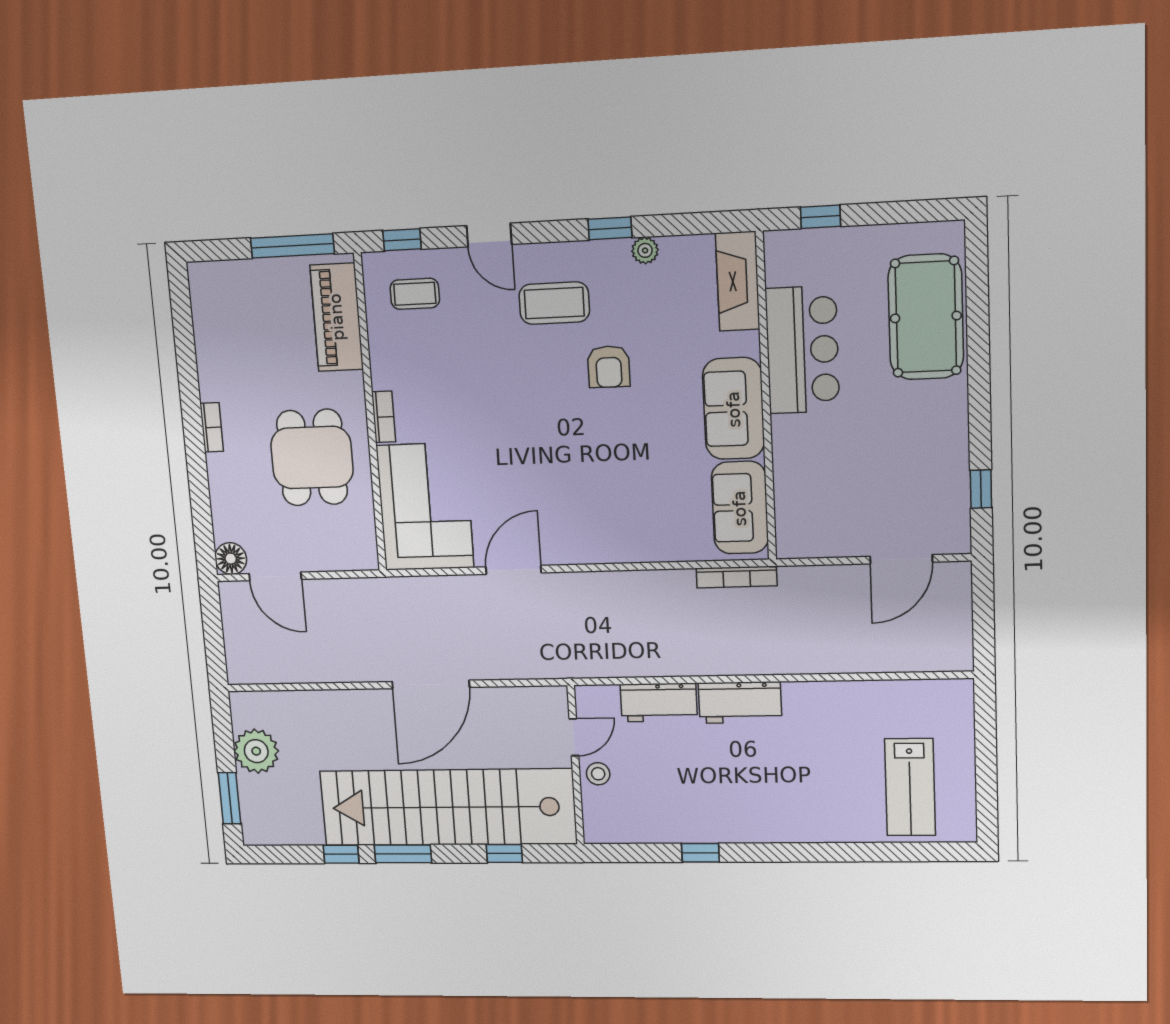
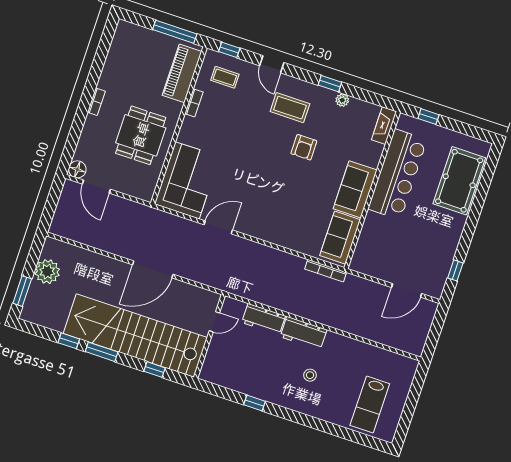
fireplace: (738, 281) -> (384, 126), width x0.73, depth x0.76
bar counter: (802, 350) -> (397, 174), width x1.36
bookcase: (384, 417) -> (194, 103), moved
stool: (598, 774) -> (310, 375), moved

